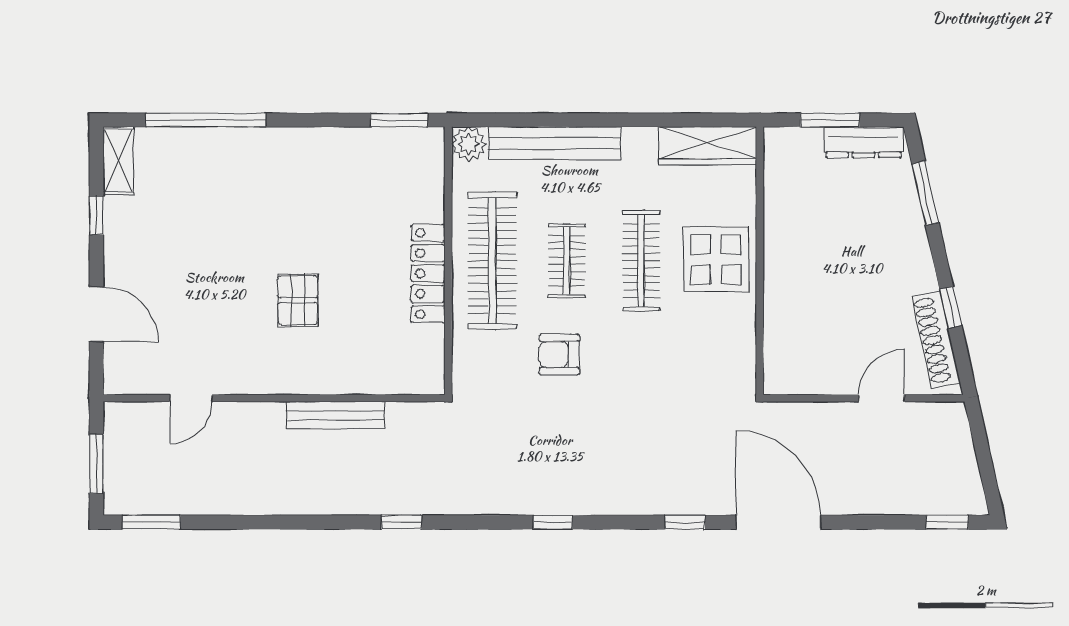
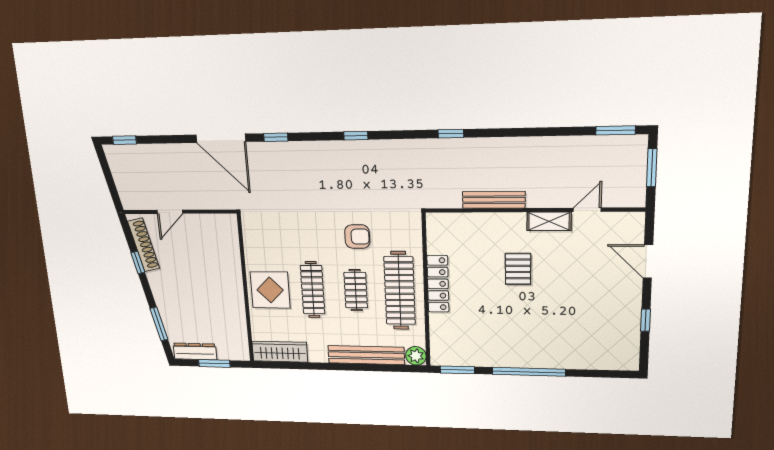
window: (206, 120) -> (529, 372), moved
shelving: (118, 161) -> (549, 221), moved, turned 90

